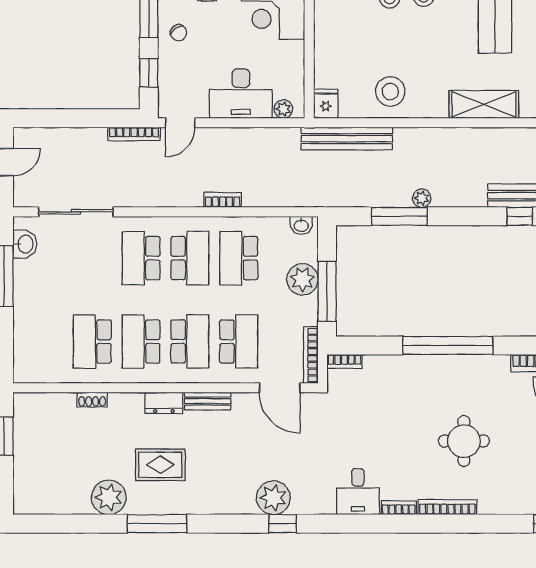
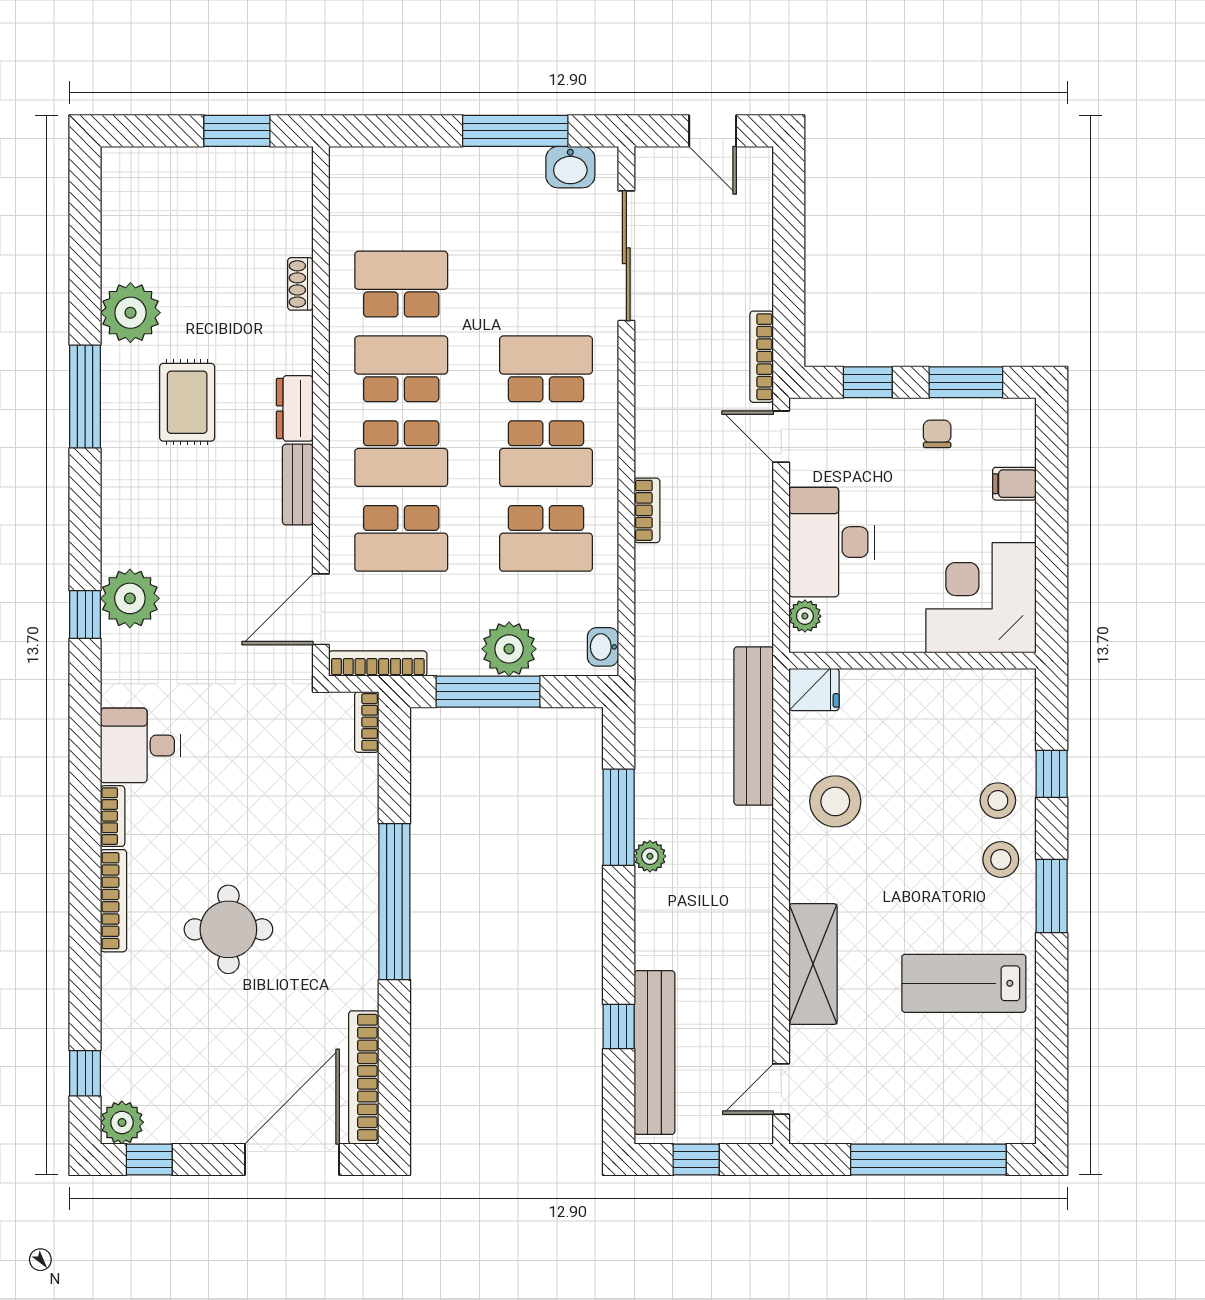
chair: (179, 33) -> (937, 434), turned 127
school desk: (239, 258) -> (546, 538), turned 180

